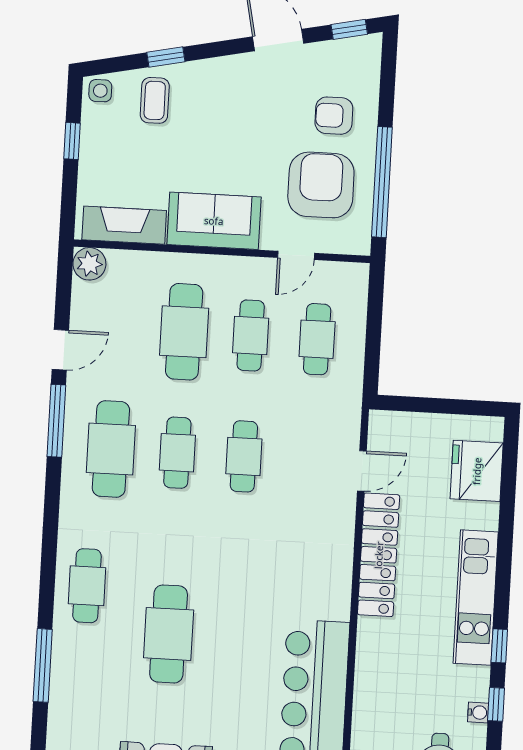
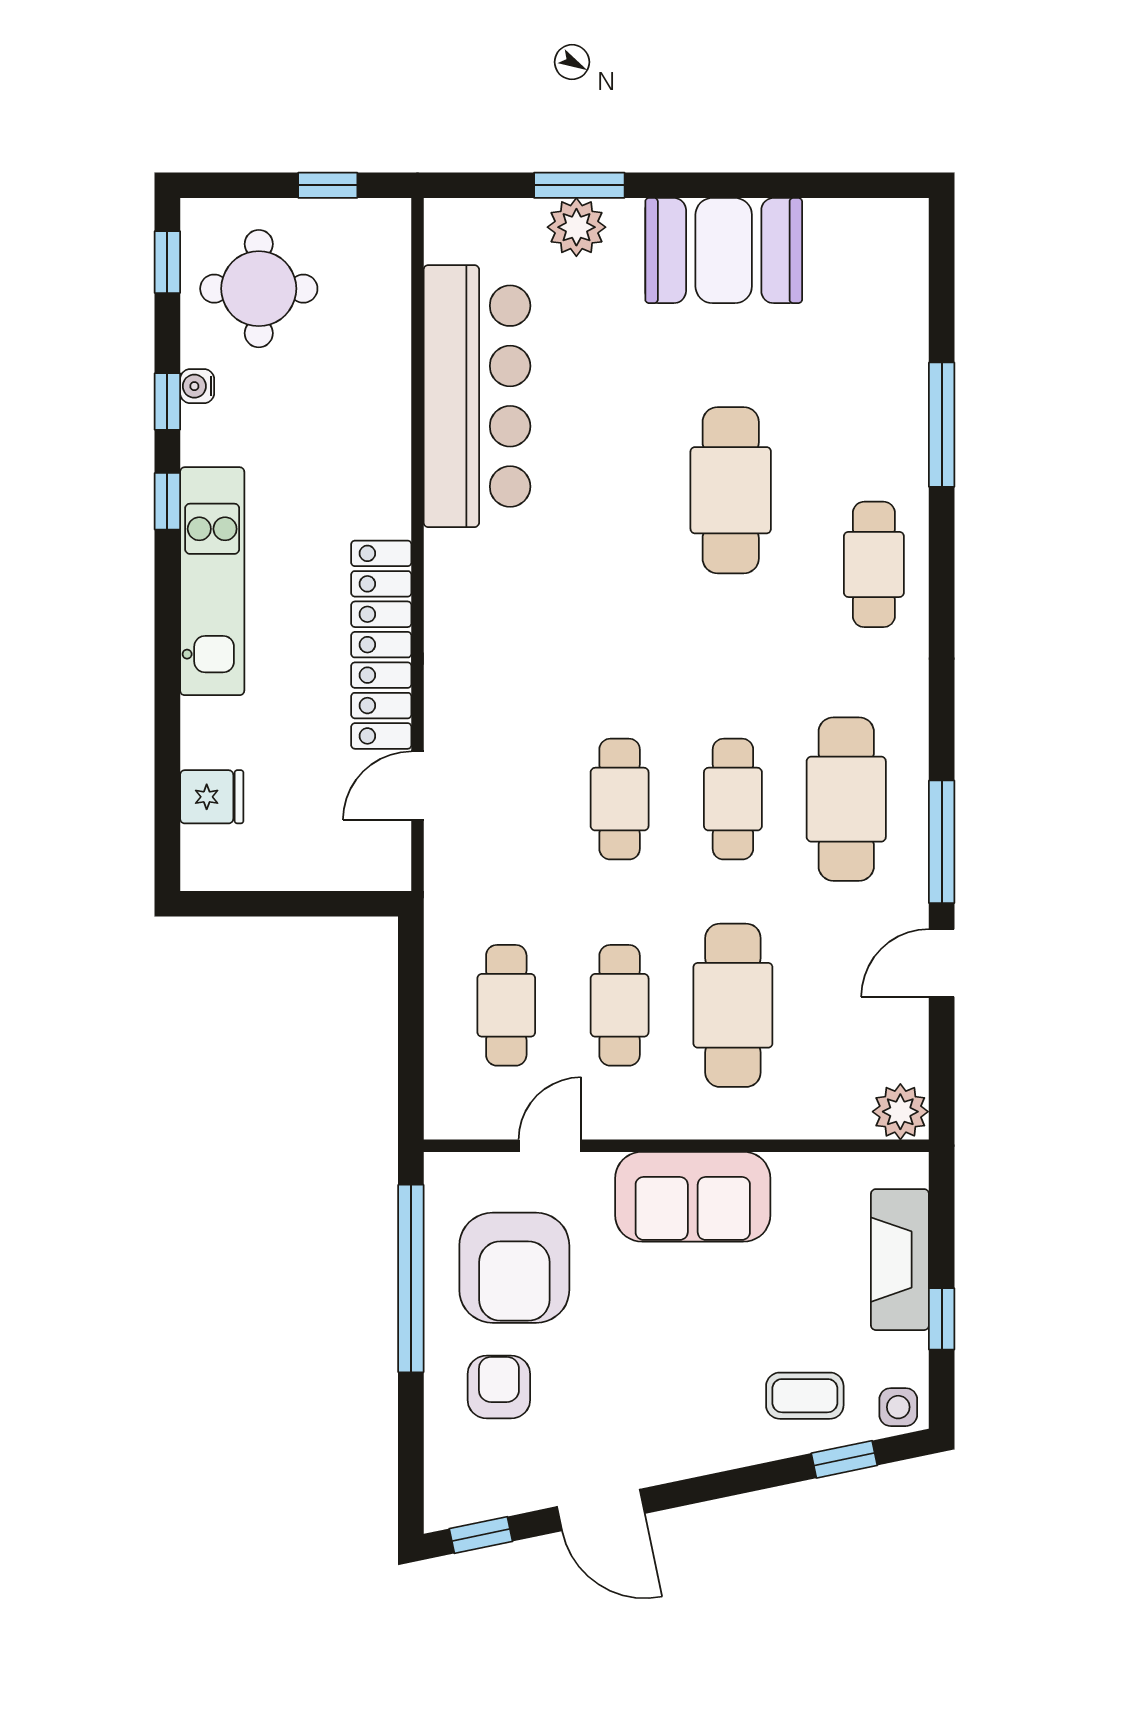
window: (166, 57) -> (844, 1459), moved
coffee table: (155, 100) -> (805, 1396), turned 90
armchair: (334, 116) -> (499, 1387), turned -90
fireplace: (124, 225) -> (900, 1260), moved, turned 90
fridge: (477, 471) -> (212, 797), width x0.53, depth x0.75

